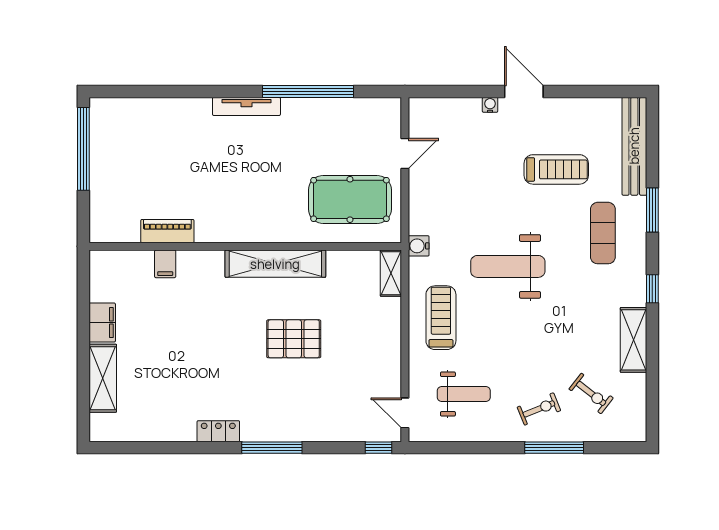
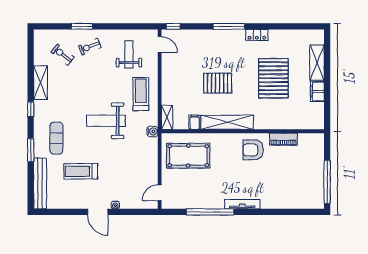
door: (405, 154) -> (160, 193), moved
armchair: (225, 211) -> (253, 150), added
filing cabinet: (165, 264) -> (195, 122), moved
weight bench: (508, 266) -> (106, 121), turned 180
treadmill: (441, 318) -> (141, 94), turned 180
pallet: (187, 348) -> (273, 78), added
weight bench: (464, 394) -> (129, 54), turned 90
window: (554, 448) -> (82, 26), width x0.69

